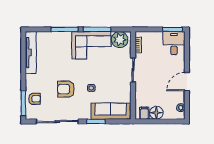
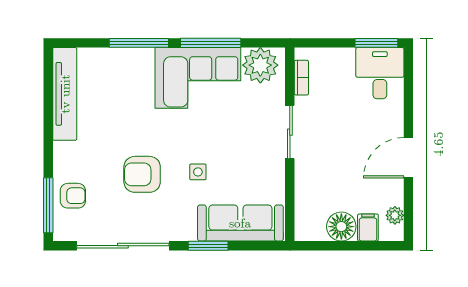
filing cabinet: (144, 113) -> (368, 228), moved

